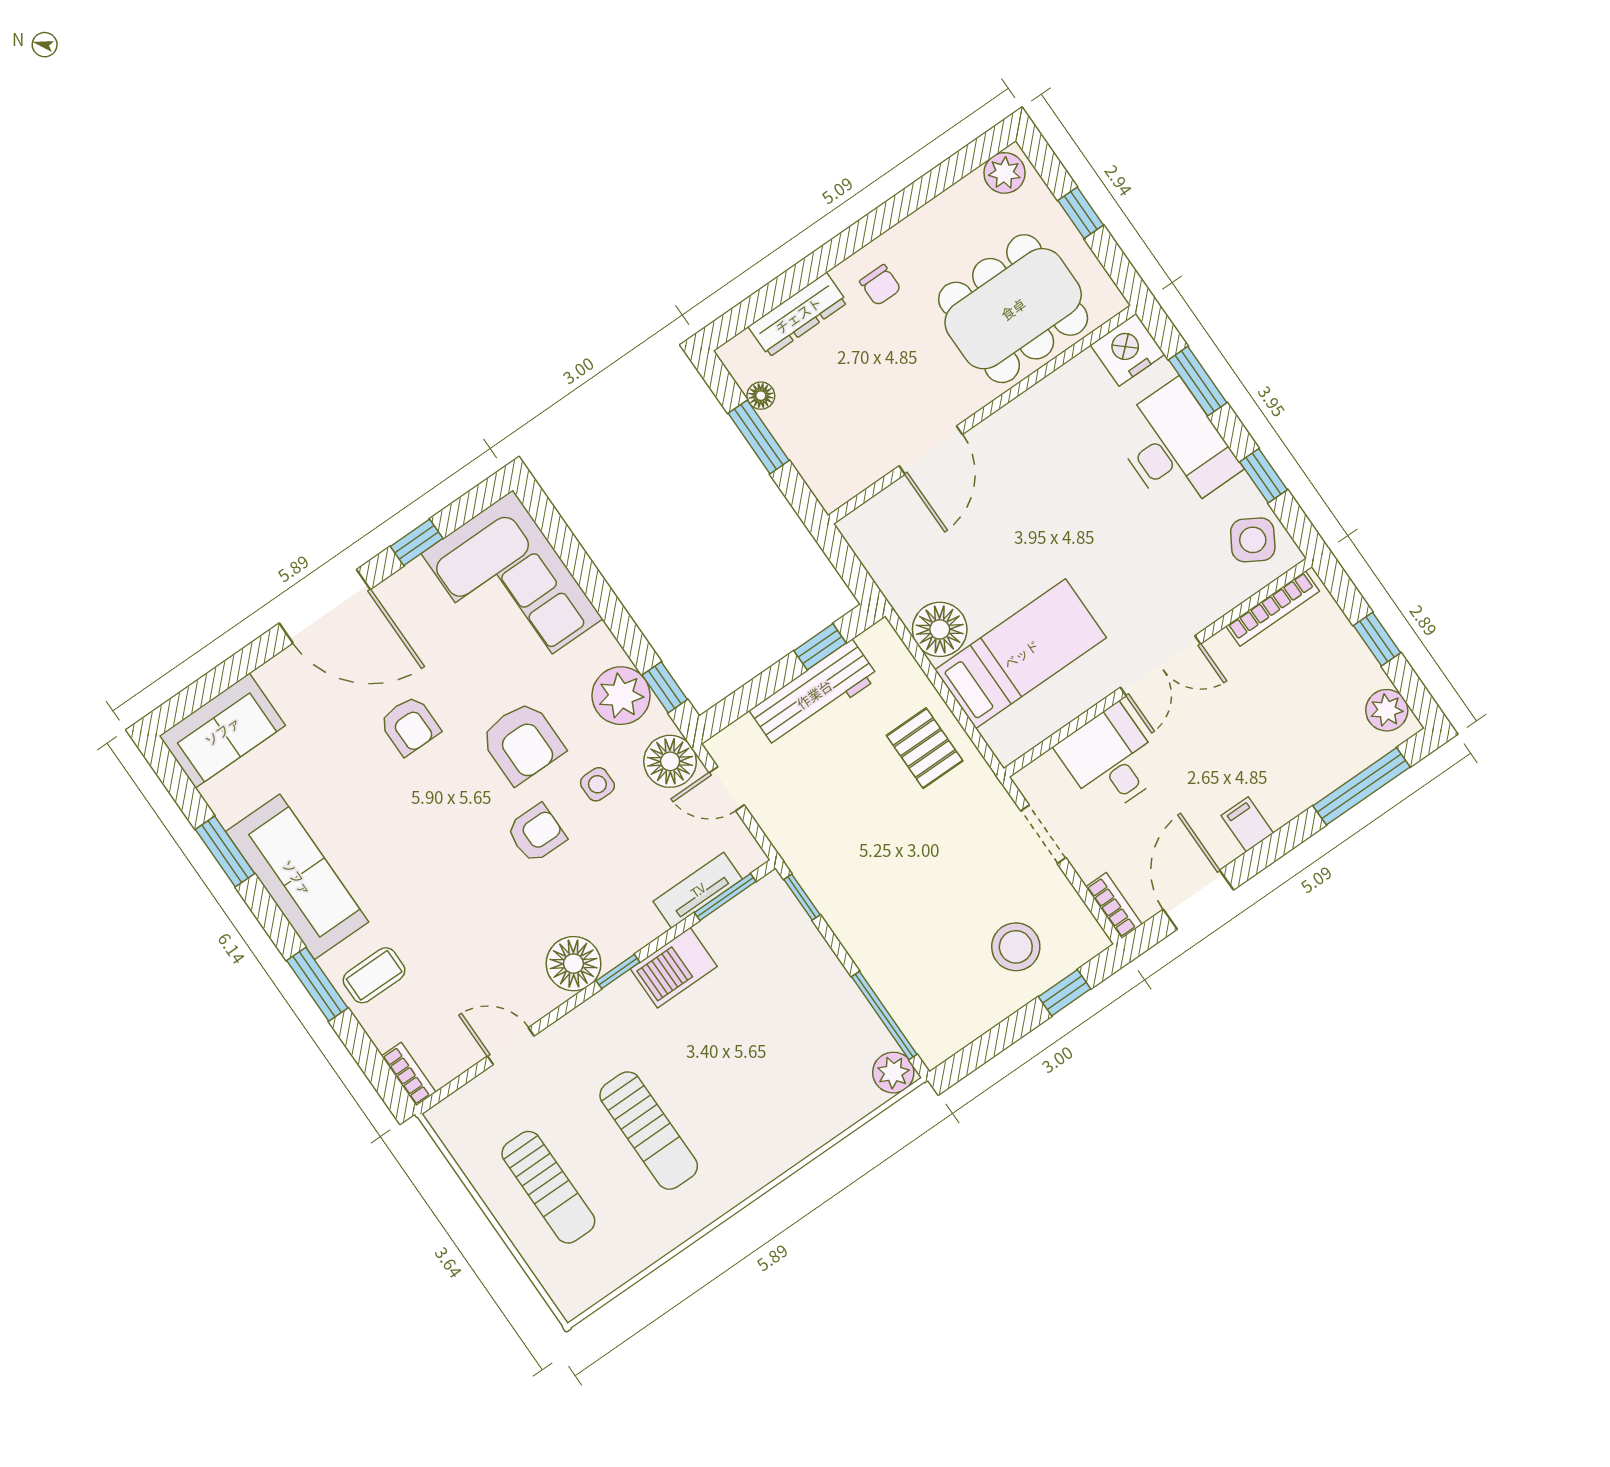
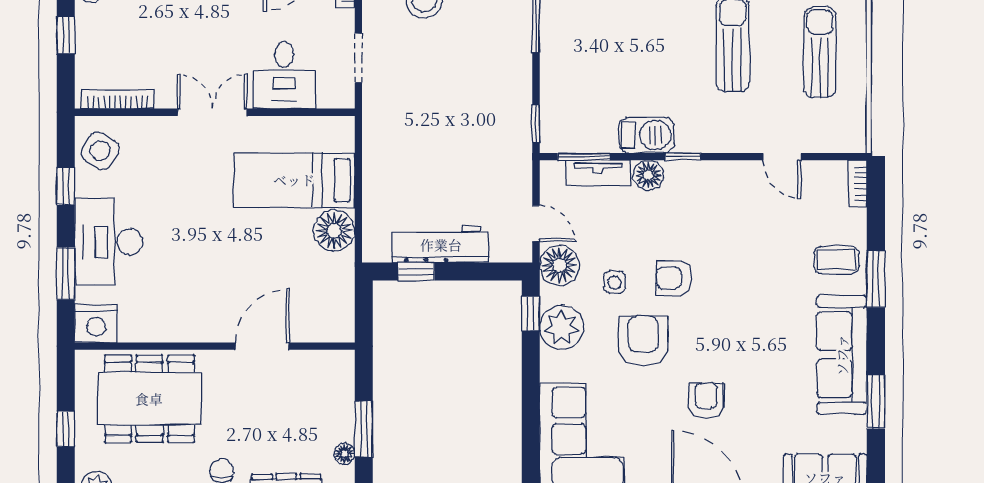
pallet: (925, 748) -> (395, 163), removed
floor lamp: (573, 964) -> (648, 175), moved, width x0.73, depth x0.73

